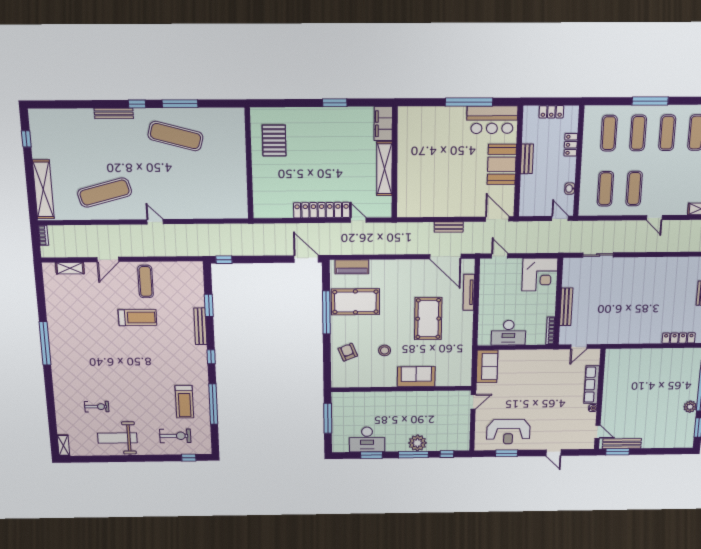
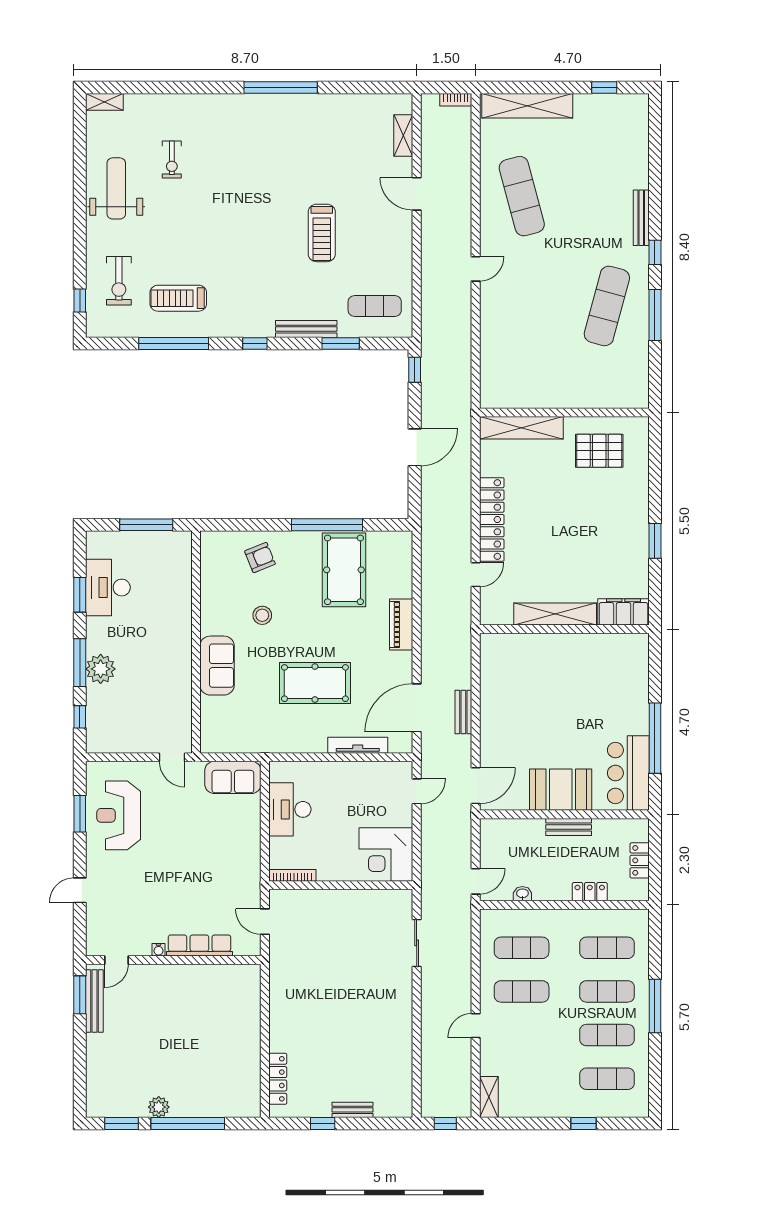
shelving: (260, 192) -> (521, 428), added
door: (306, 259) -> (415, 447), moved
piano: (352, 267) -> (401, 624), moved
exercise mat: (146, 281) -> (375, 306), moved
bench: (566, 307) -> (332, 898), removed

